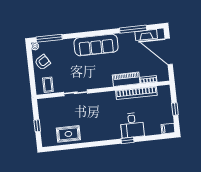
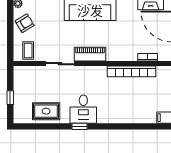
piano: (126, 79) -> (90, 54), moved
desk: (132, 125) -> (83, 109), moved
window: (128, 140) -> (79, 126), moved

